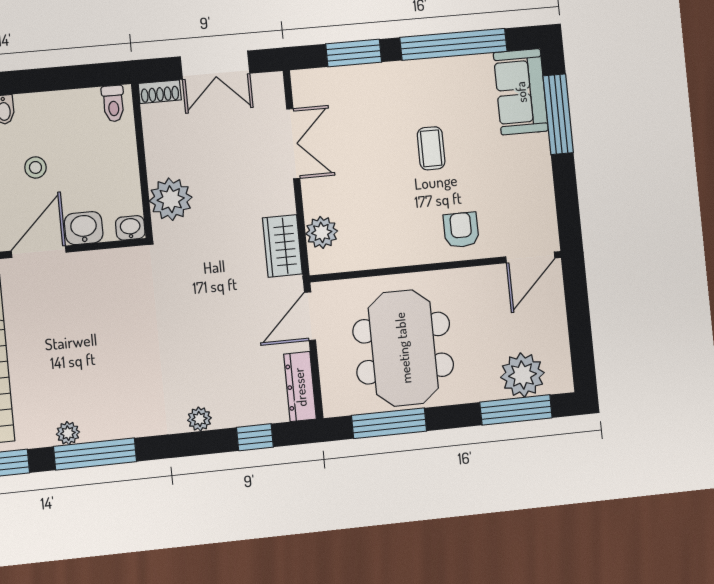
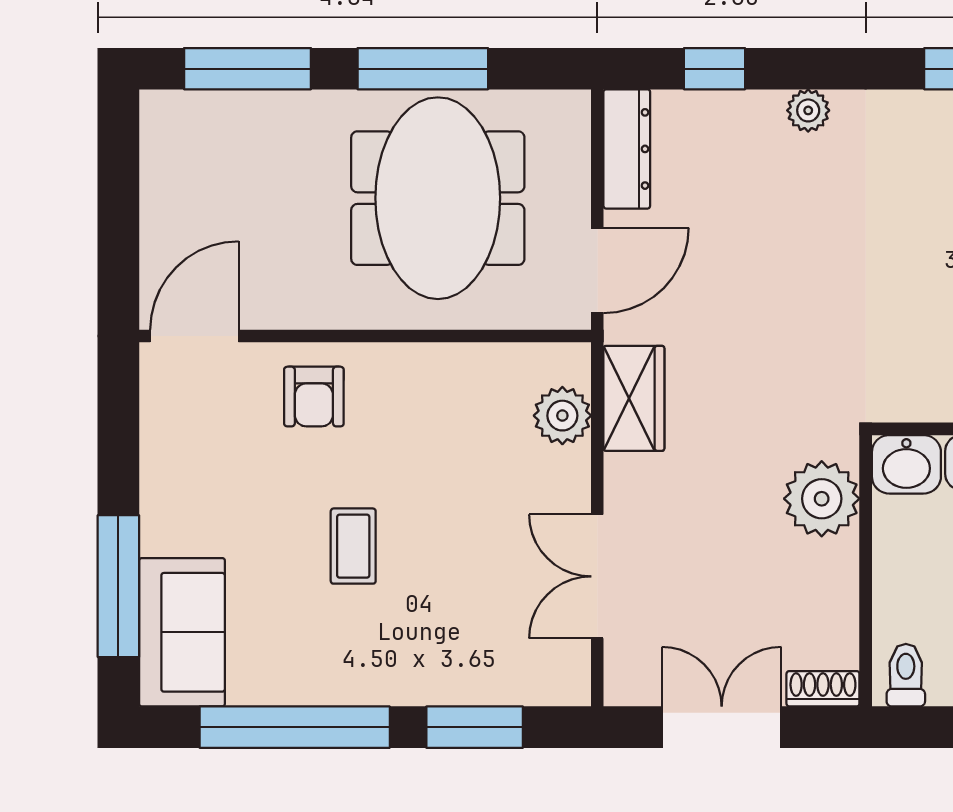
washbasin: (130, 228) -> (906, 464), width x1.38, depth x1.45
plant: (522, 375) -> (230, 129), removed
window: (389, 423) -> (423, 69), moved

